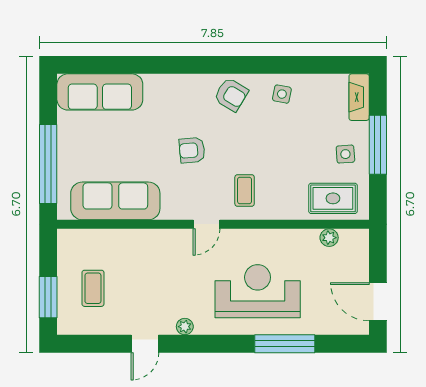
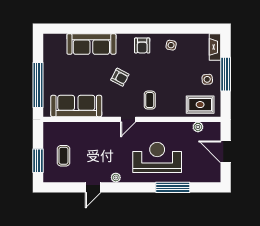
sofa: (100, 92) -> (91, 44), moved
armchair: (231, 95) -> (142, 46), turned 59
armchair: (192, 150) -> (120, 77), turned -147
door: (378, 302) -> (226, 152), moved

